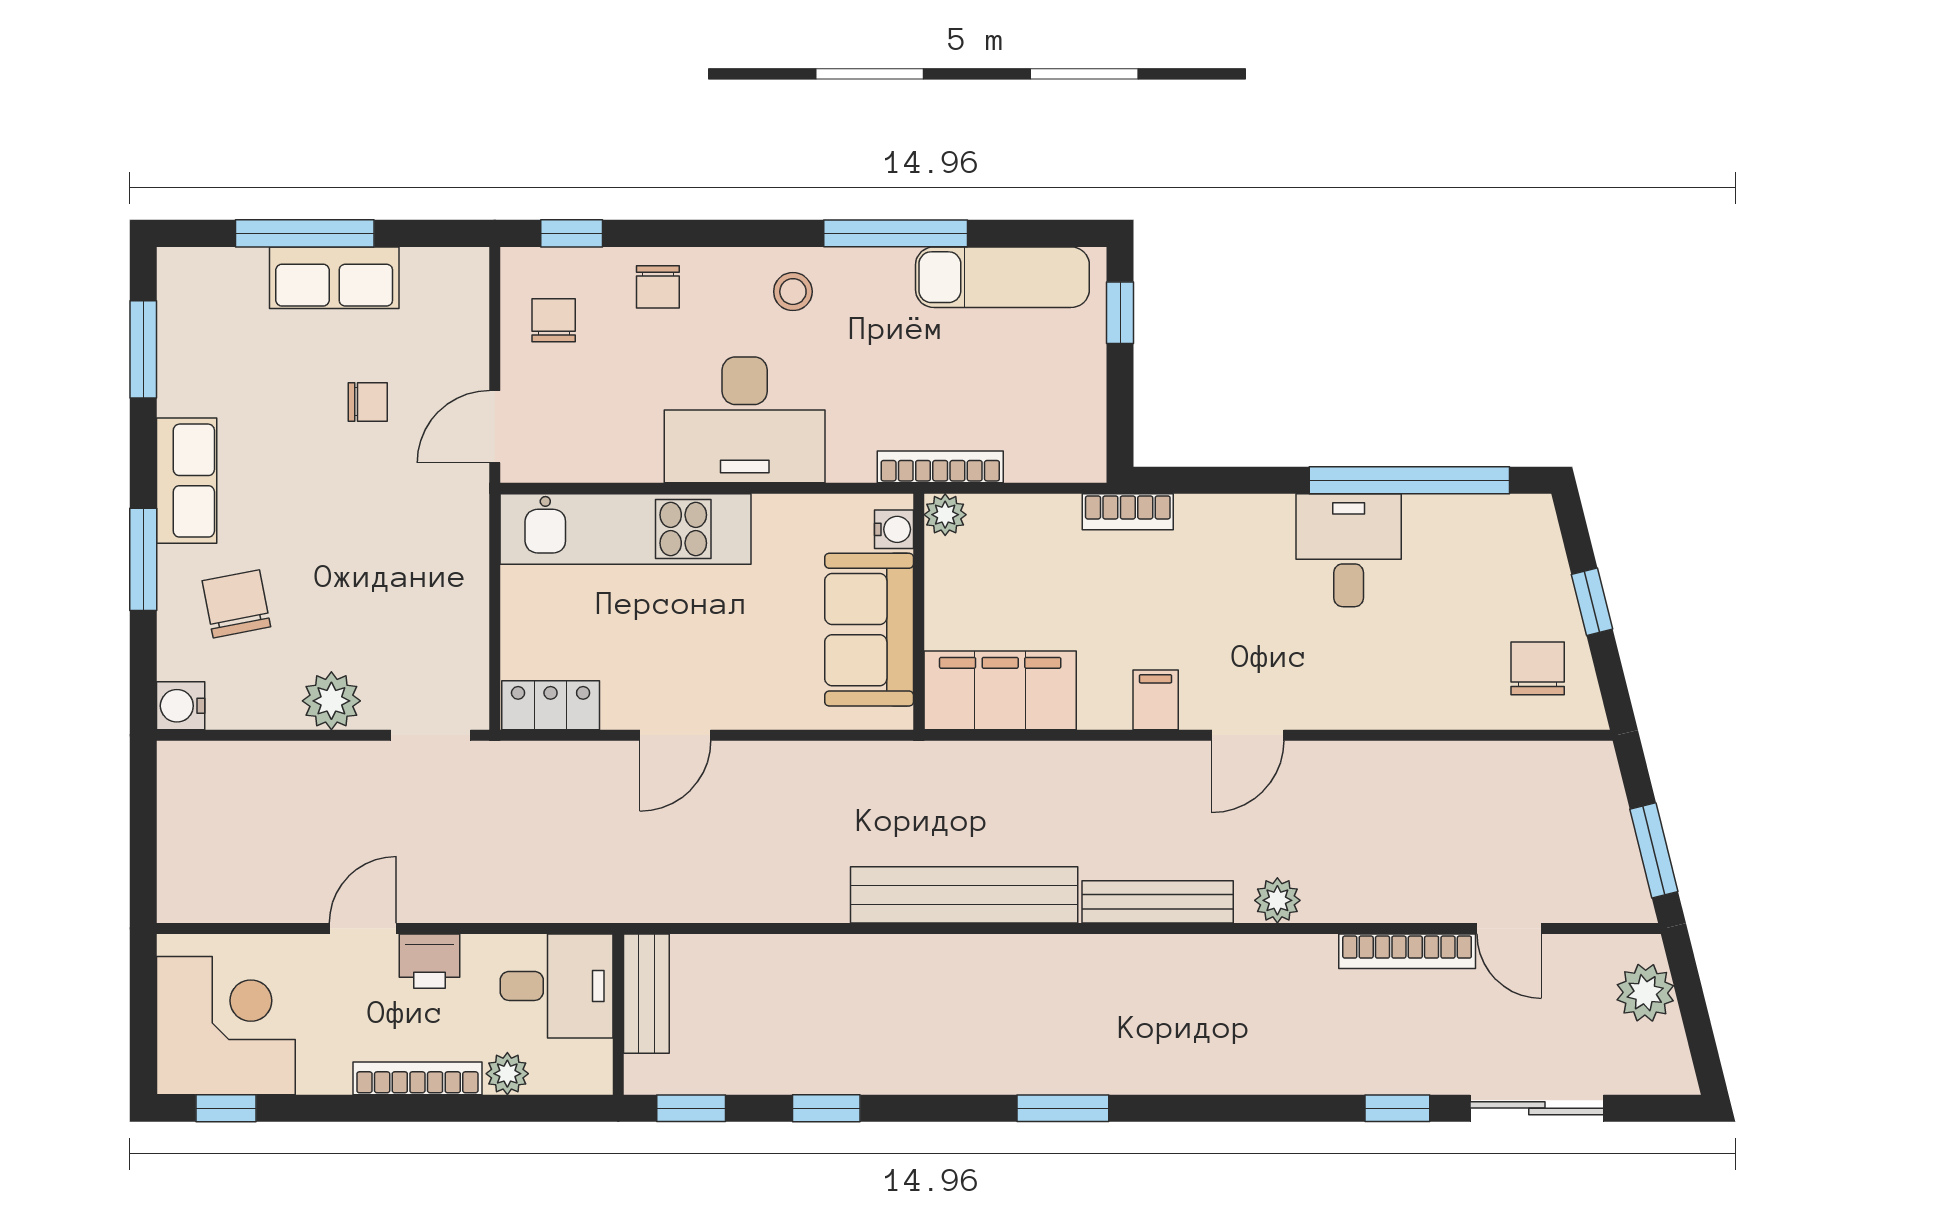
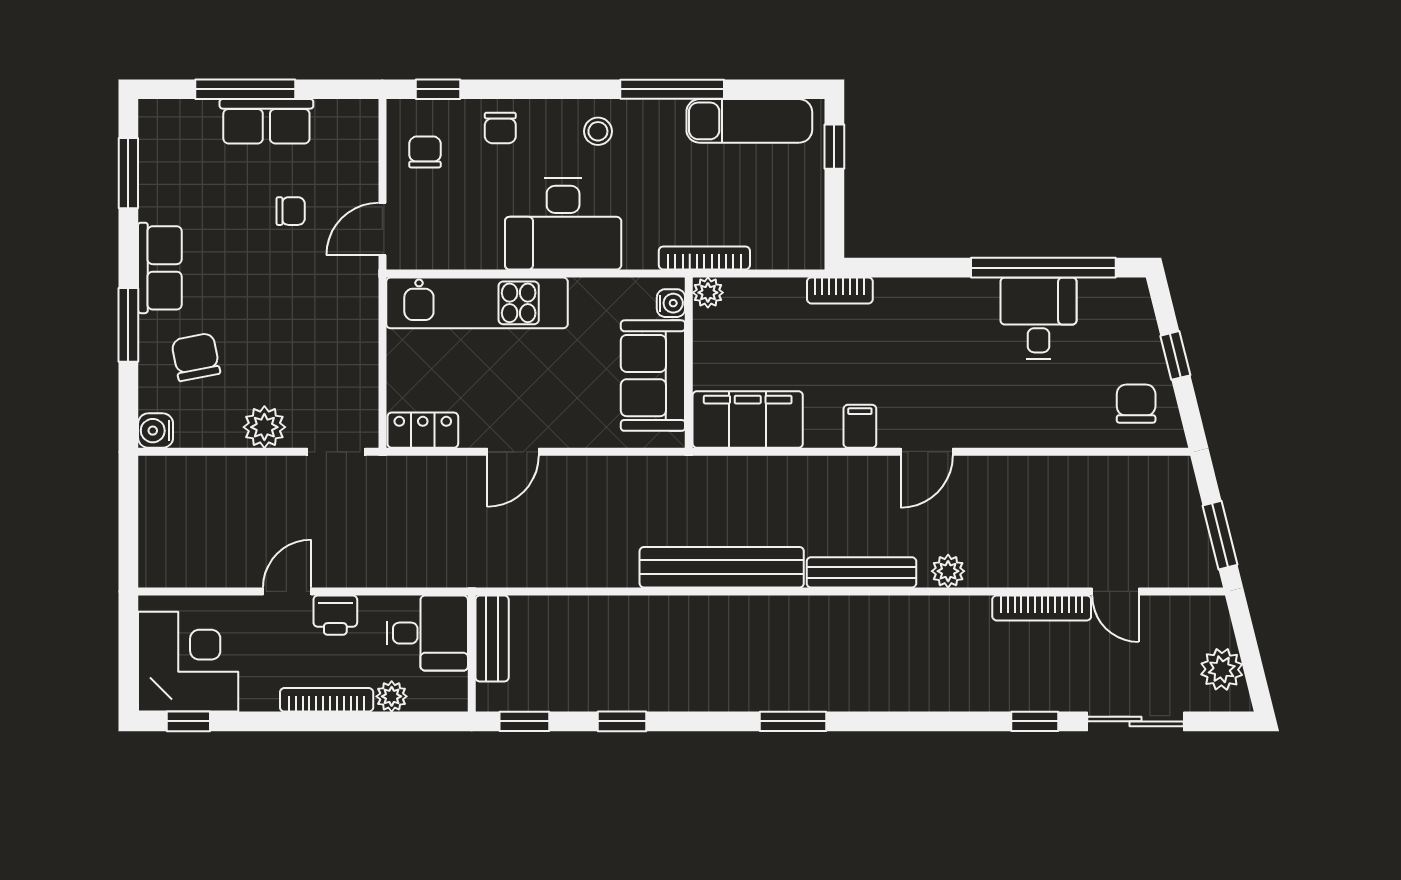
desk: (1349, 550) -> (1038, 318), moved
plant: (1645, 993) -> (1222, 669), moved

